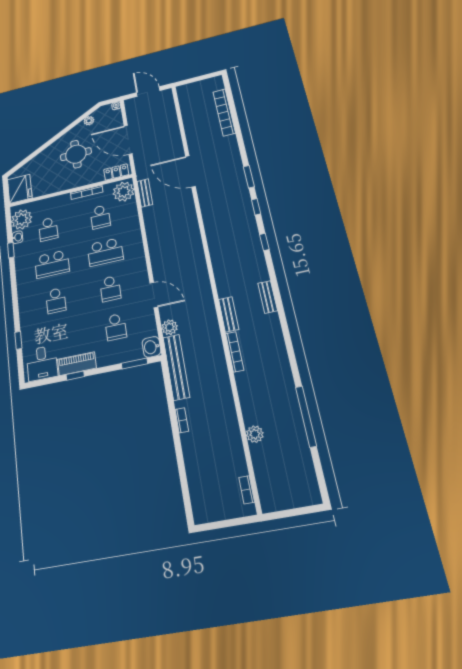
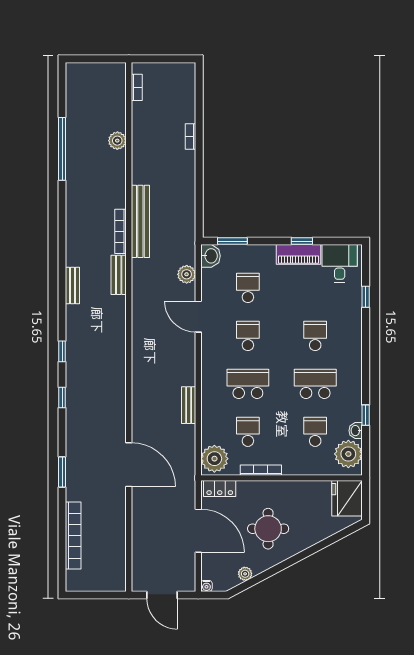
window: (249, 177) -> (62, 472), moved
bench: (145, 193) -> (189, 405), moved
bench: (176, 367) -> (140, 221), moved
bookcase: (182, 420) -> (190, 136), moved

